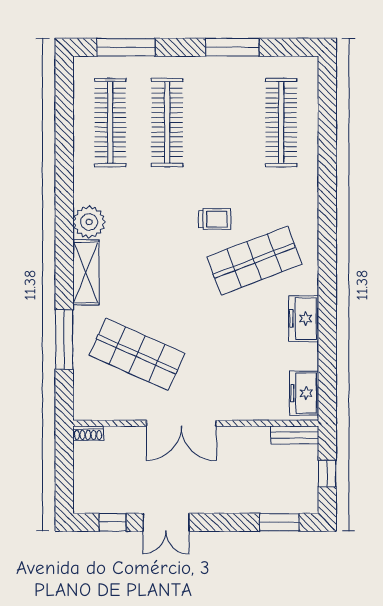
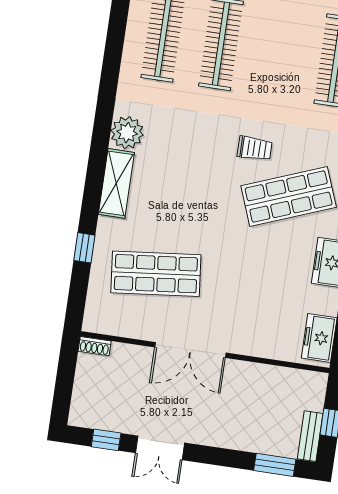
window: (64, 339) -> (84, 248), width x0.46
shop shelf: (137, 354) -> (156, 274), turned -30
bench: (295, 435) -> (310, 436), moved, turned 90

